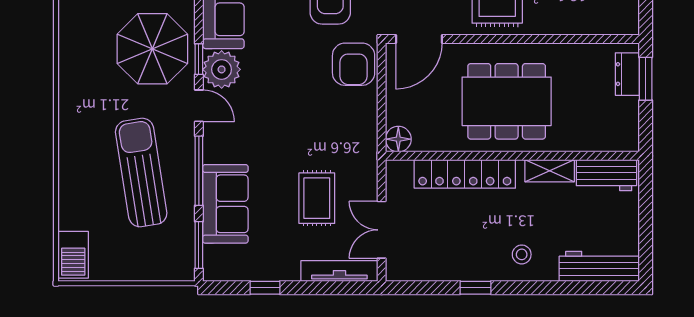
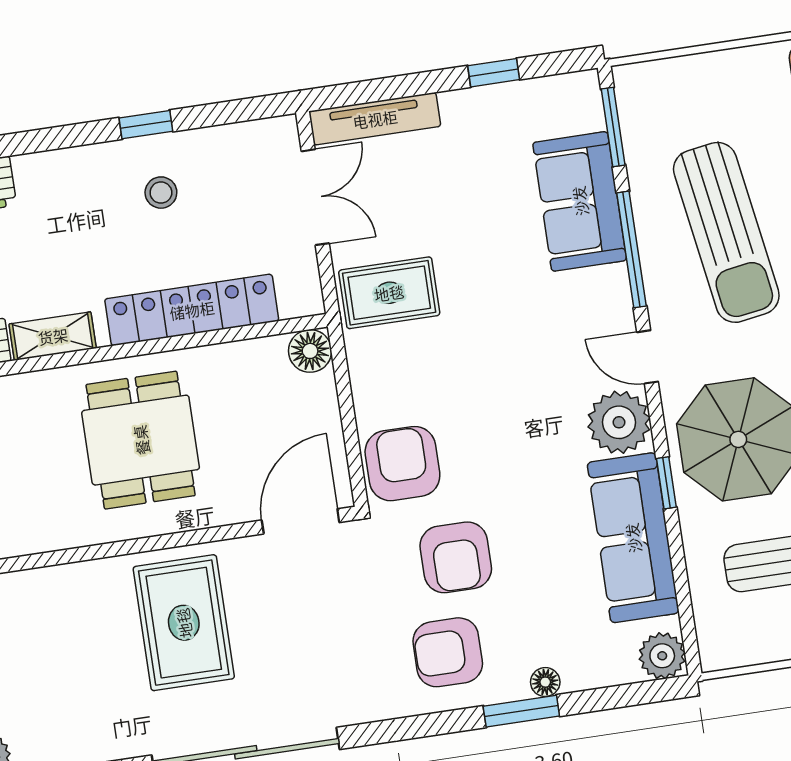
window: (199, 59) -> (666, 483), moved
dining table: (507, 101) -> (141, 440), width x0.73
rug: (317, 198) -> (389, 293), moved, turned 90
stool: (522, 254) -> (161, 193), moved

